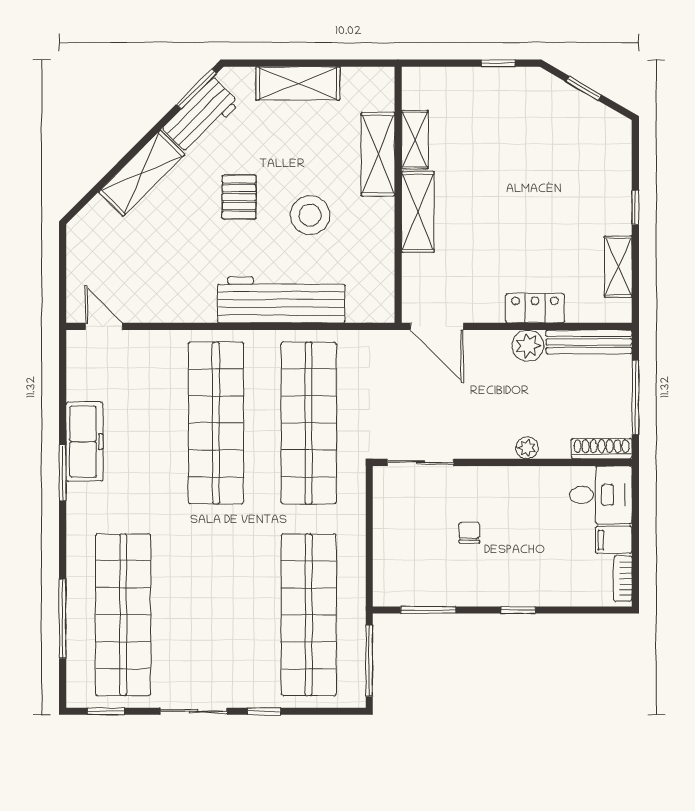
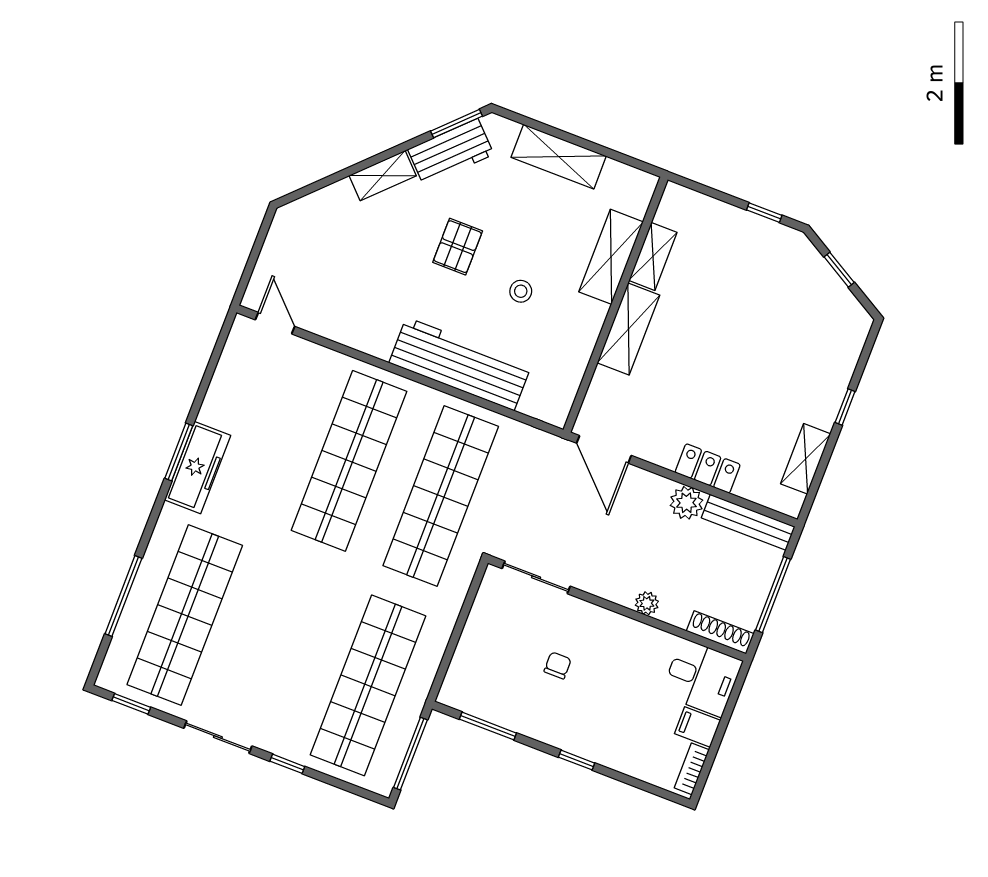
shelving: (142, 173) -> (383, 176), width x0.67, depth x0.75
stool: (310, 215) -> (521, 291), width x0.53, depth x0.53
freezer: (84, 442) -> (198, 468), moved

